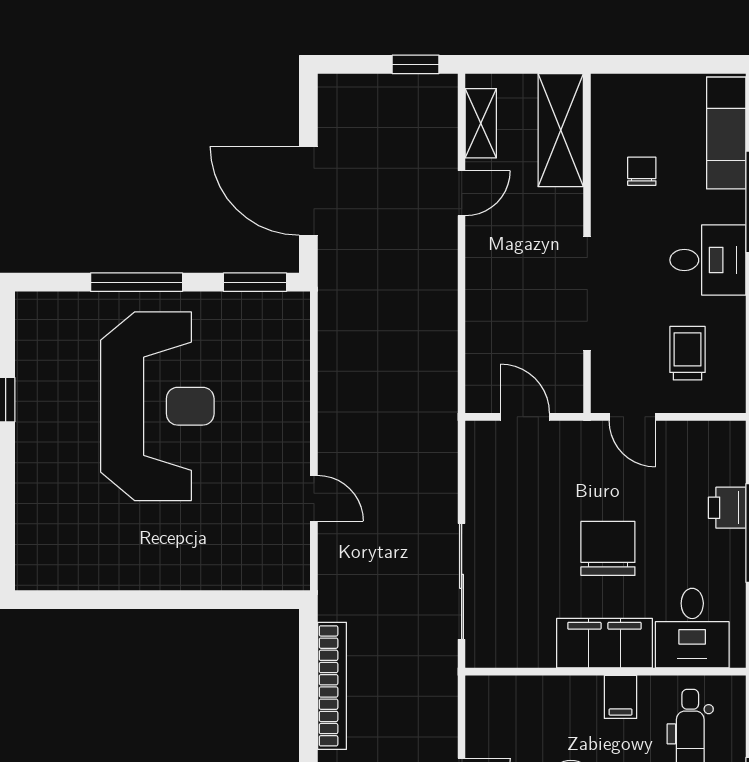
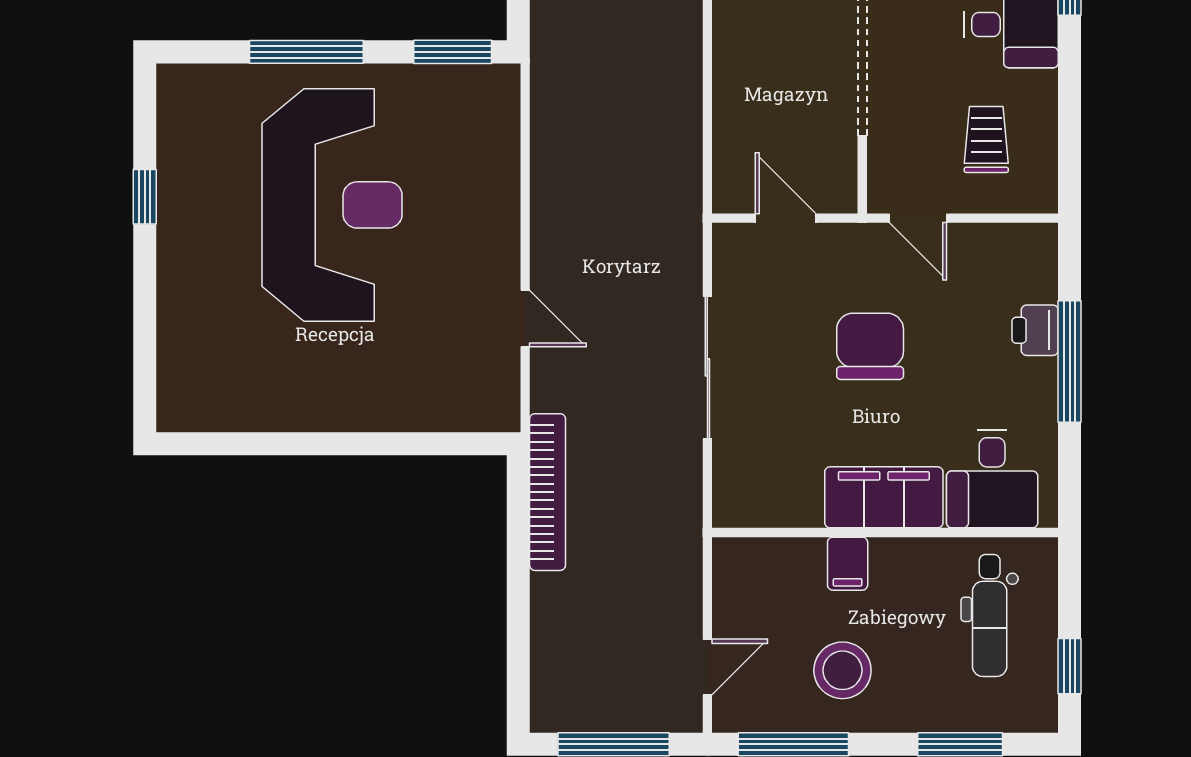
chair: (608, 548) -> (870, 346), moved
sliding door: (462, 581) -> (707, 367), moved
bookcase: (332, 686) -> (548, 492), moved
filing cabinet: (621, 697) -> (848, 564), moved

